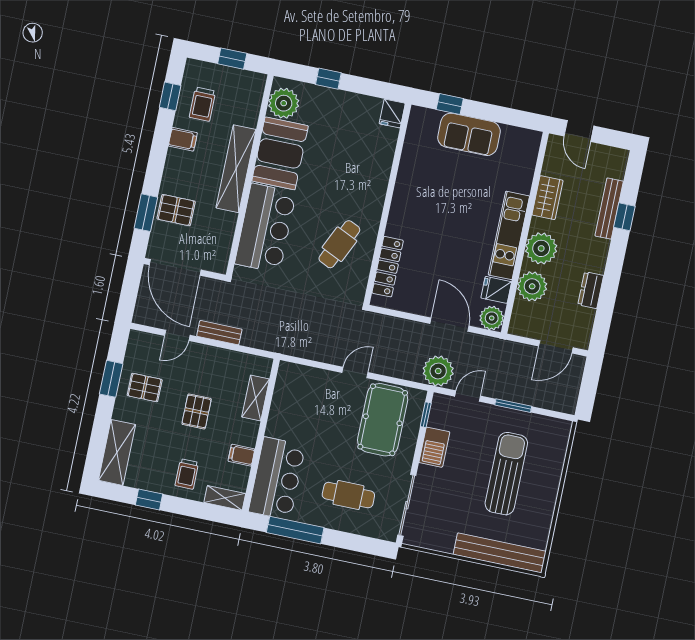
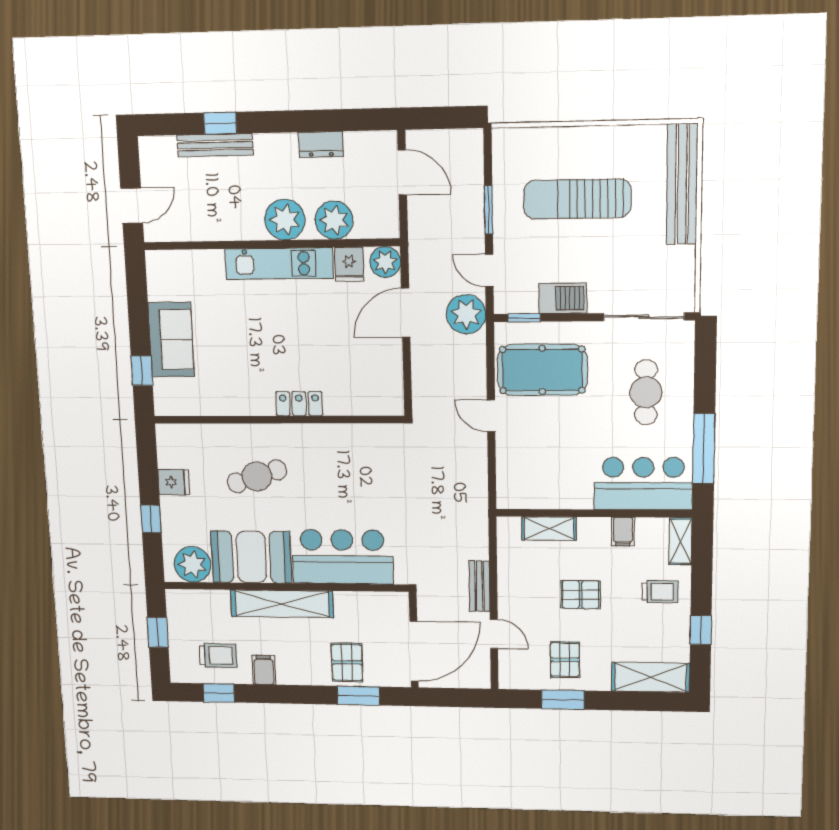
fridge: (392, 114) -> (174, 482), moved
wardrobe: (547, 198) -> (221, 226), removed
cafe table: (339, 244) -> (257, 476), moved, turned -43
locker: (388, 267) -> (299, 404), moved, width x0.66

